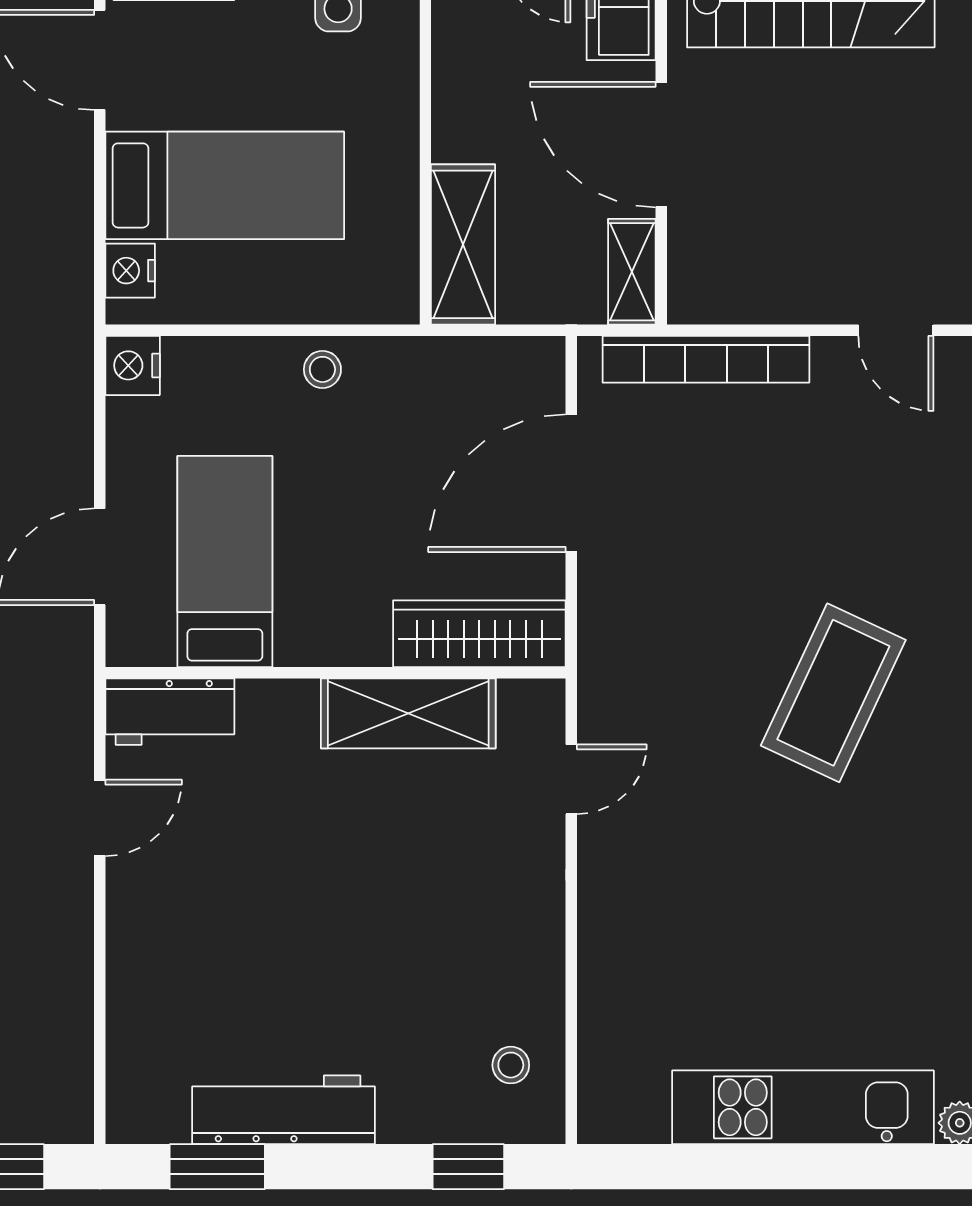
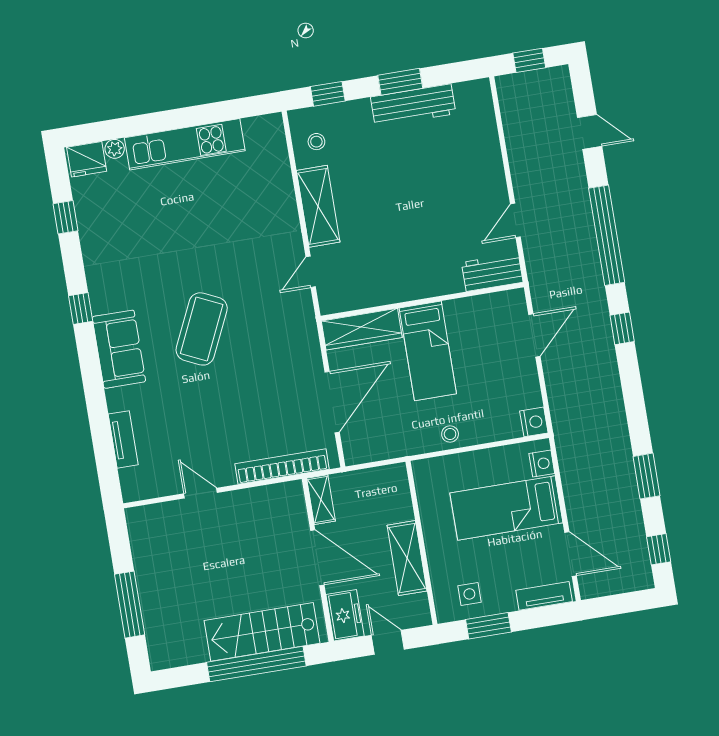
shelving: (463, 244) -> (407, 558), moved
bed: (225, 561) -> (428, 351), moved
shelving: (408, 713) -> (318, 206), moved, turned 90
window: (217, 1167) -> (400, 82), moved

